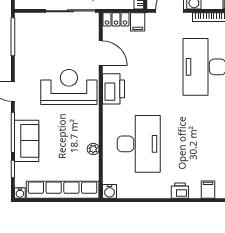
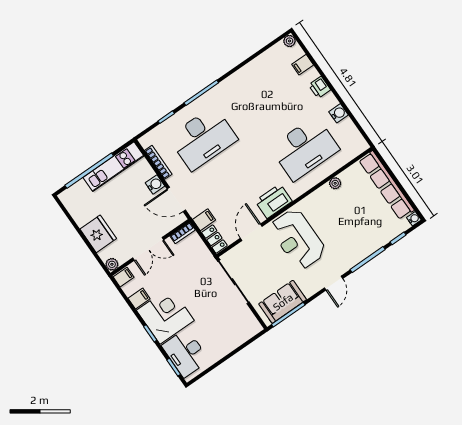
sofa: (27, 141) -> (283, 302), moved
desk: (139, 144) -> (305, 148), turned 180
water cooler: (110, 191) -> (339, 113), moved

